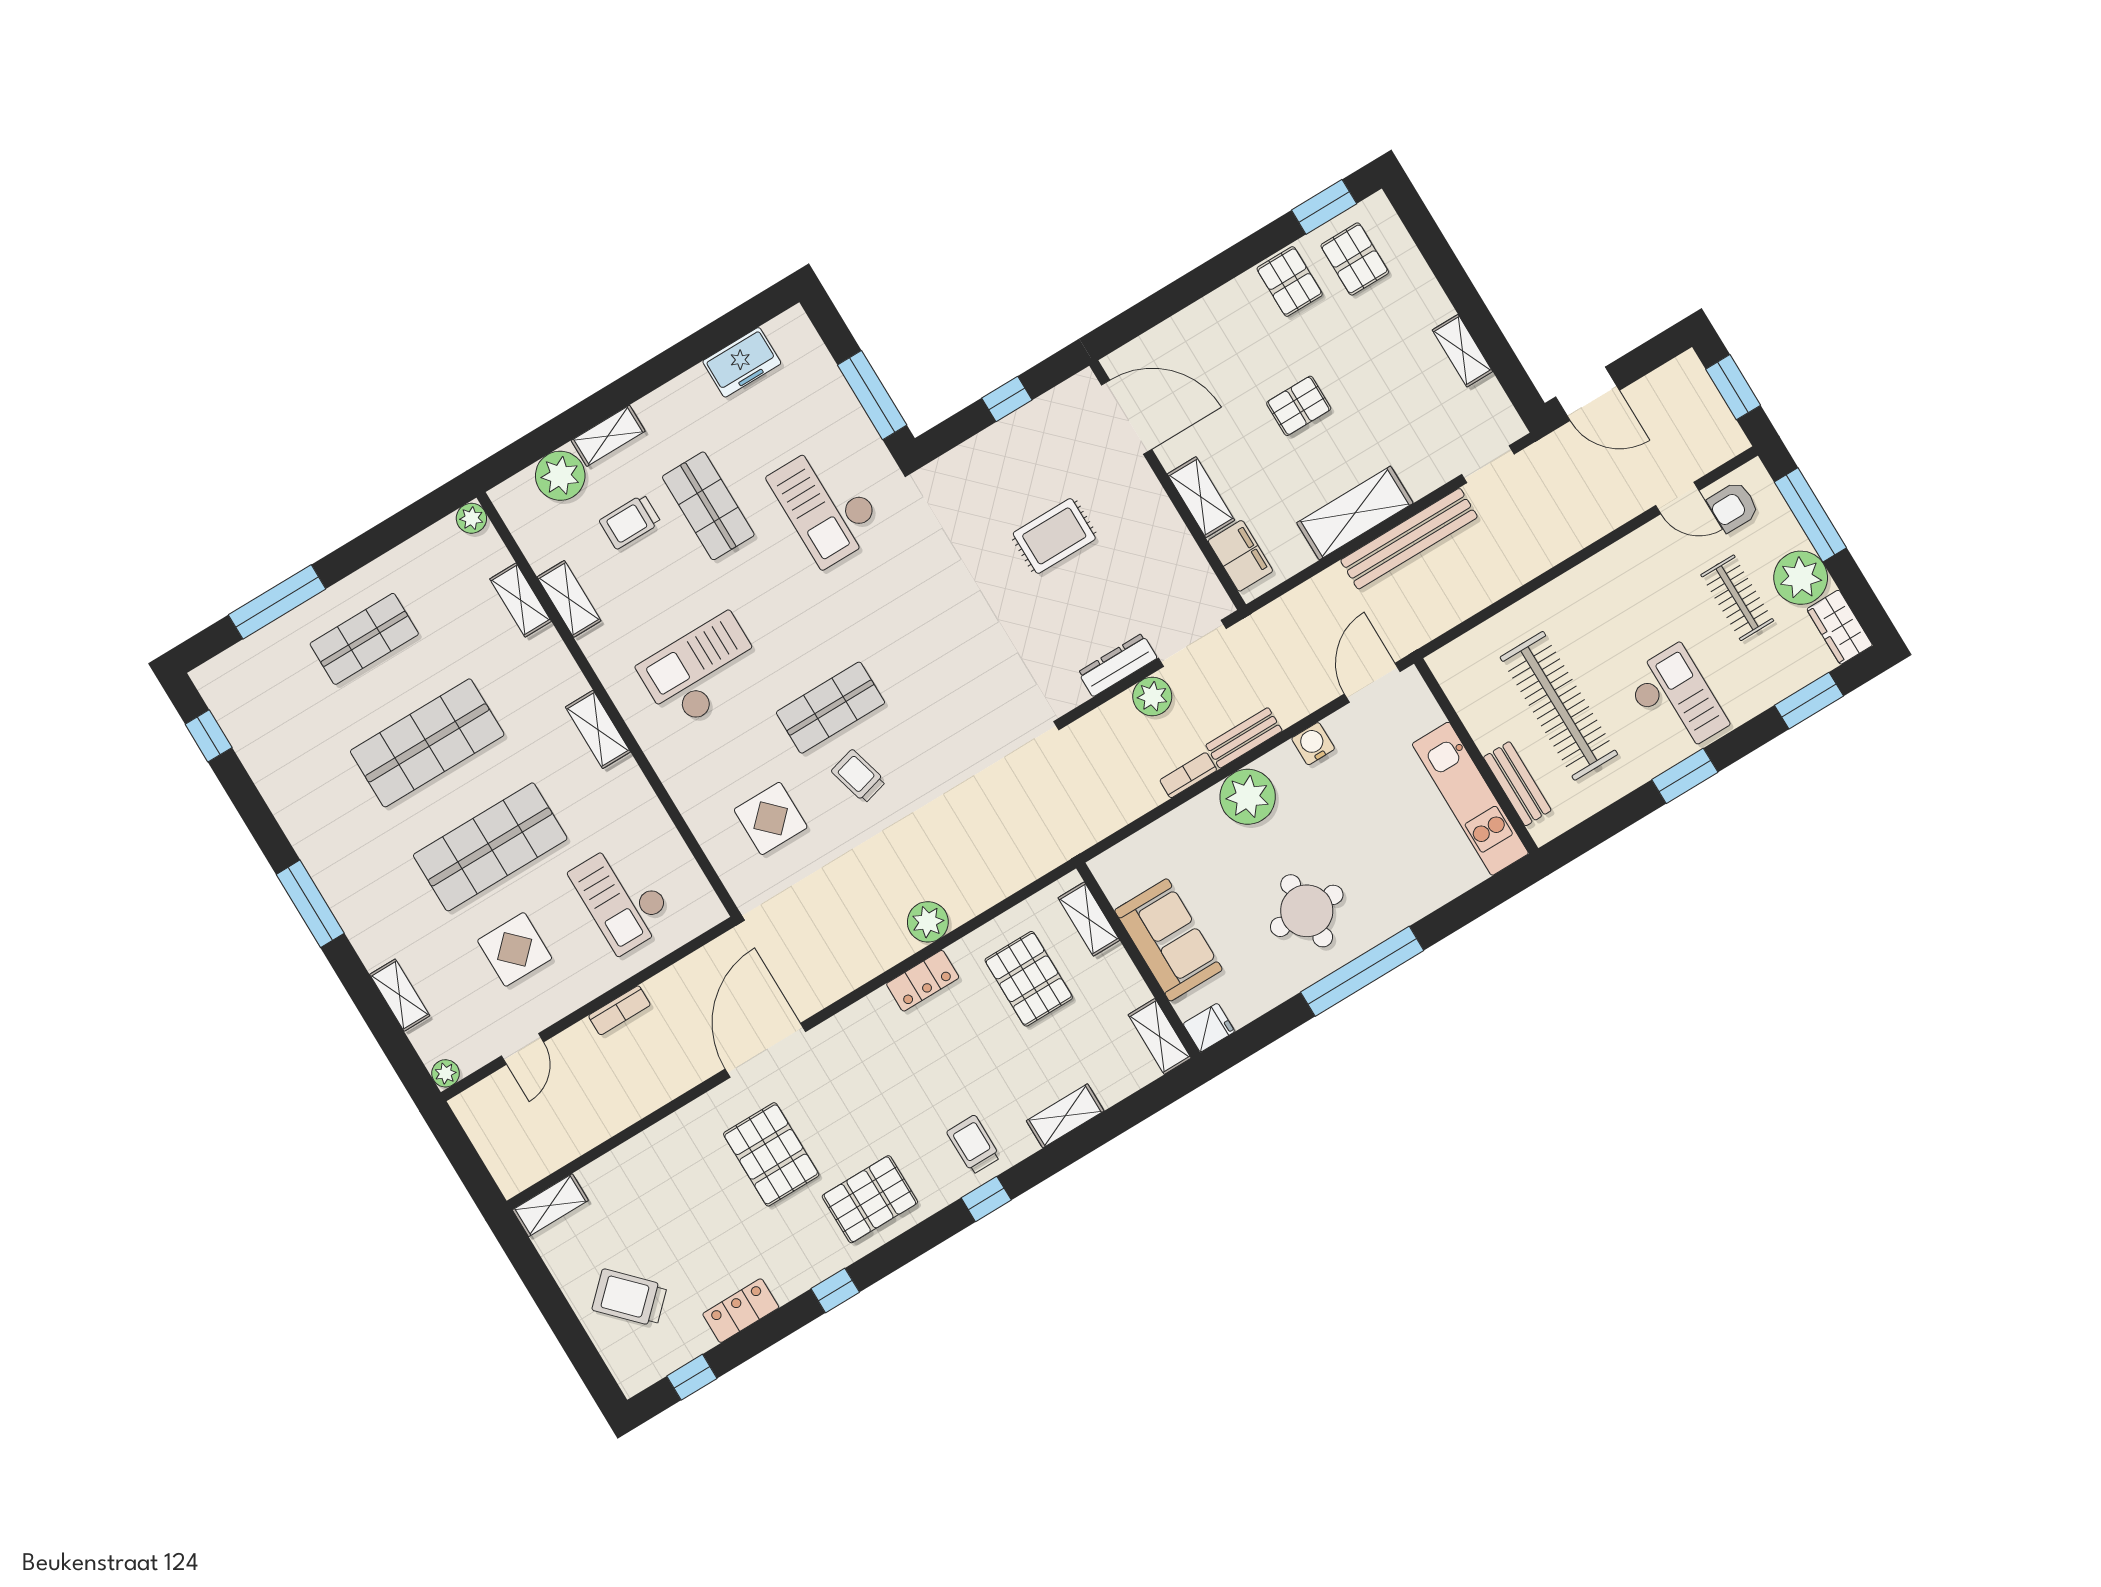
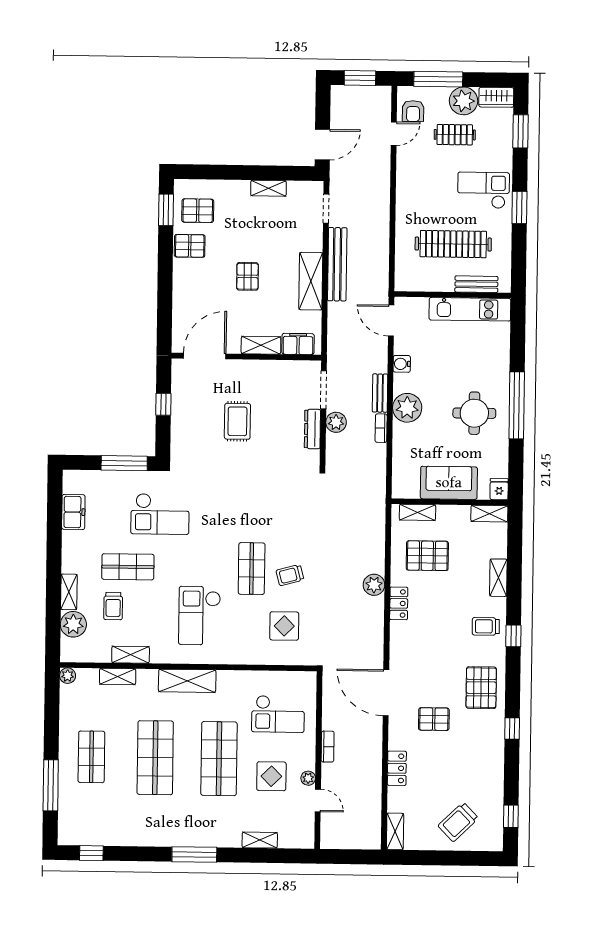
shelving: (598, 729) -> (187, 681), width x1.50, depth x1.33
plant: (446, 1073) -> (308, 778), moved
pallet: (771, 1154) -> (434, 719), width x0.67, depth x0.71
locker: (741, 1311) -> (397, 768), moved, turned 180

